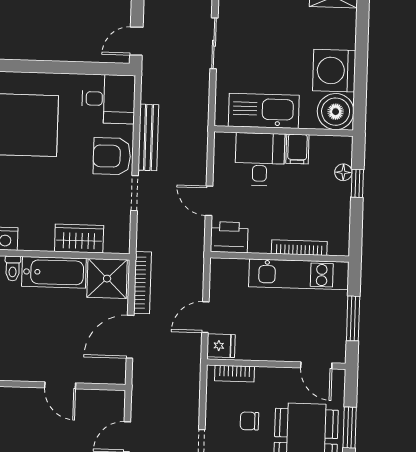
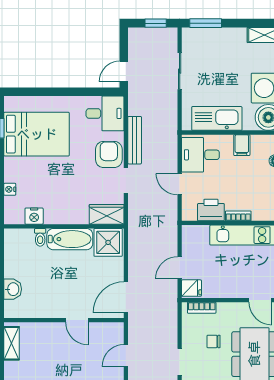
armchair: (112, 156) -> (109, 154), turned 90
desk: (260, 159) -> (200, 155), moved, turned -90
printer: (229, 237) -> (211, 210), moved
wardrobe: (79, 239) -> (107, 214), moved
bookcase: (299, 248) -> (238, 216), width x0.64
bookcase: (142, 283) -> (134, 244), removed
door: (130, 337) -> (126, 297), moved

